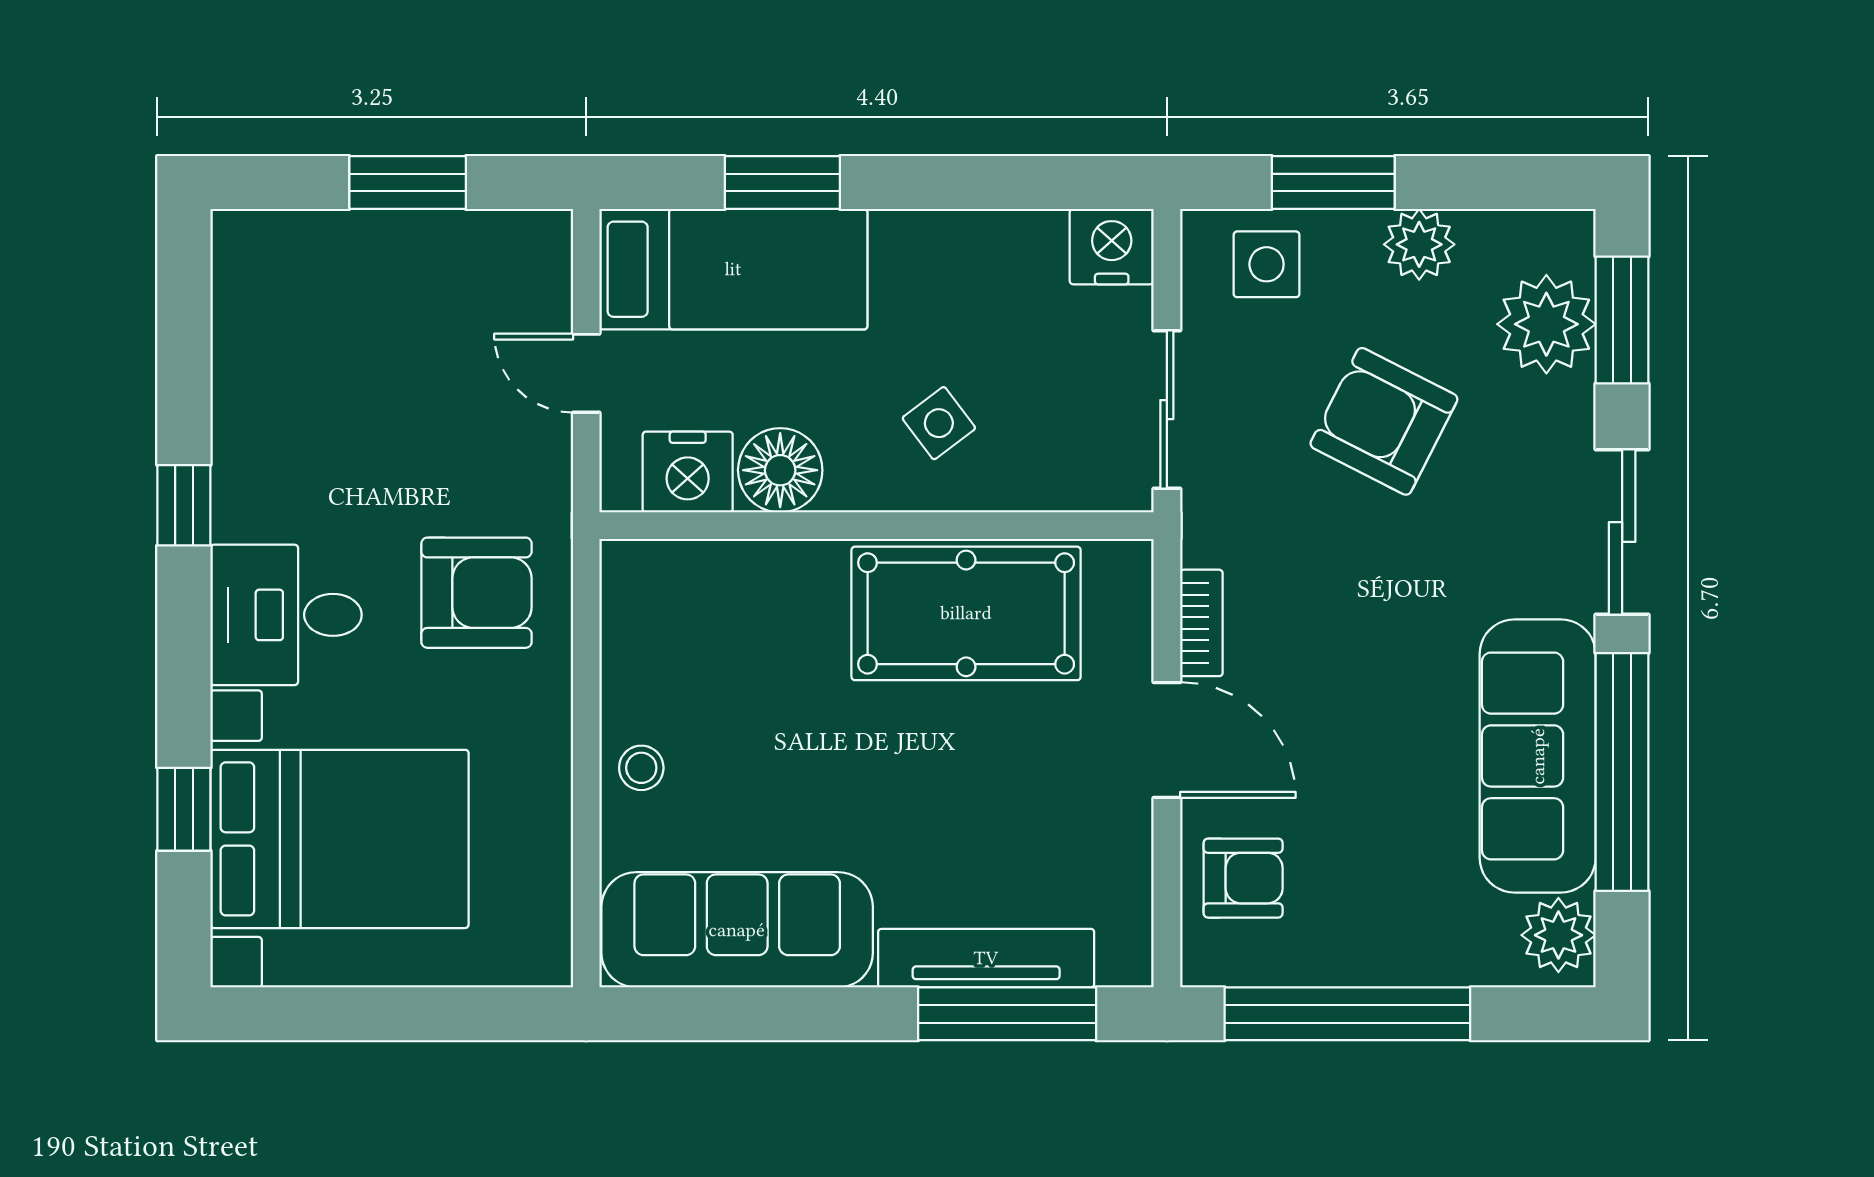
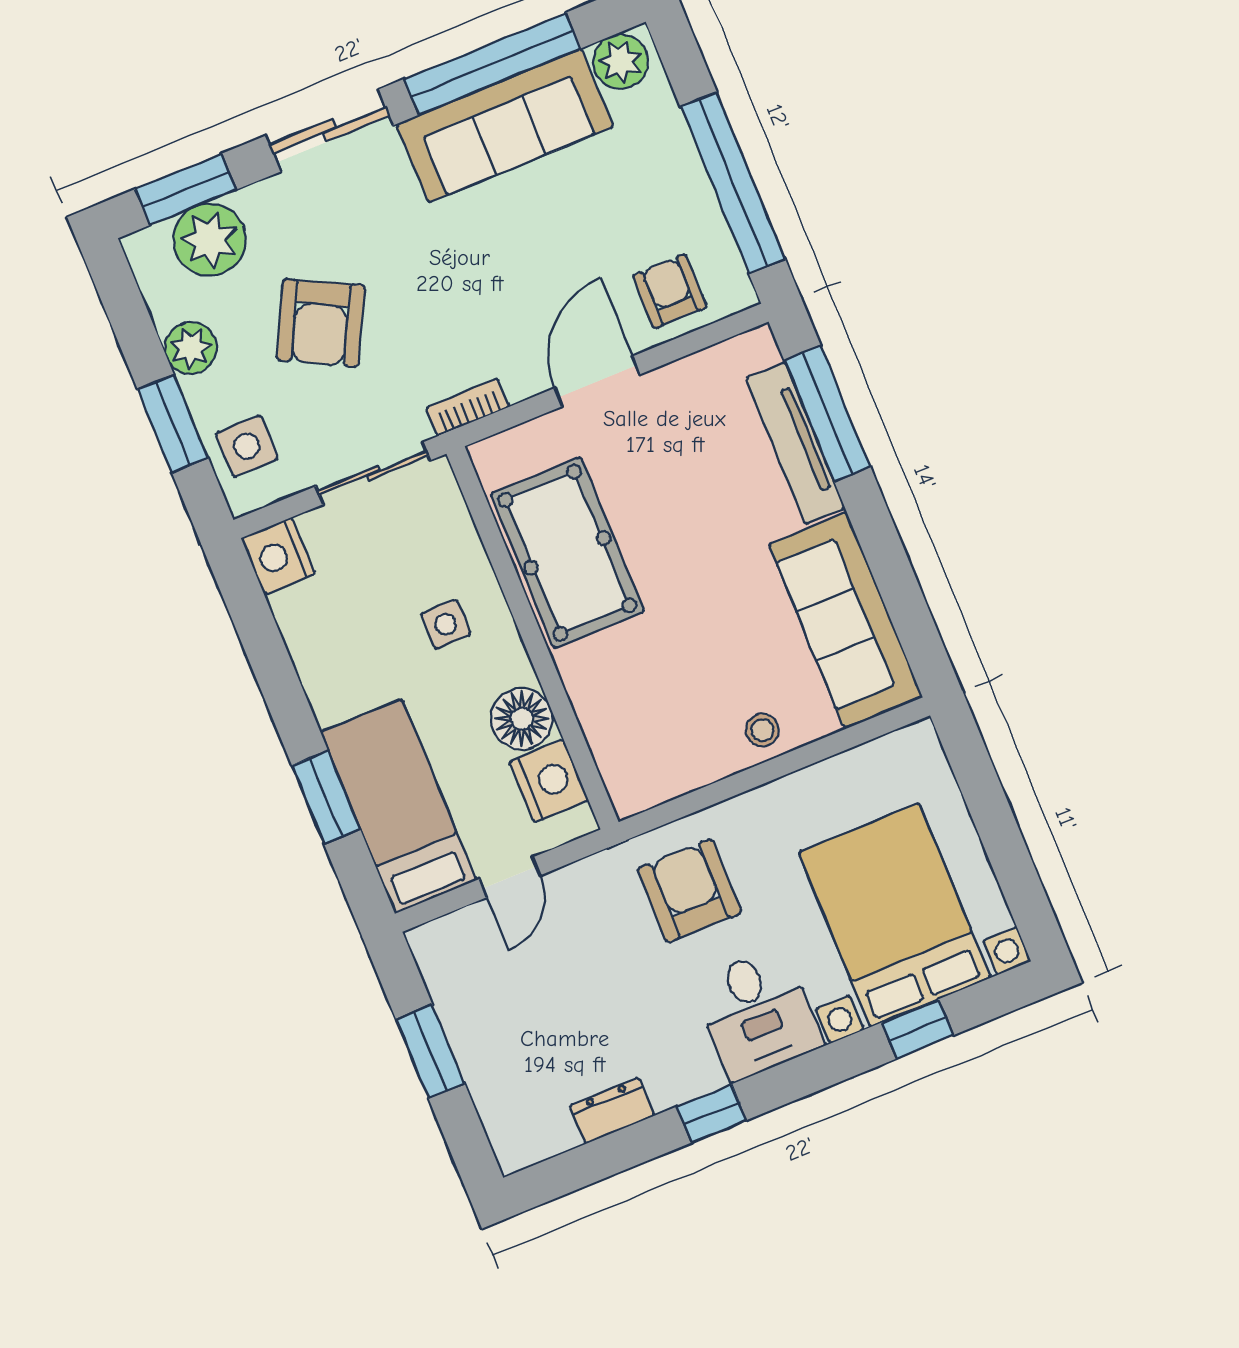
dresser: (239, 381) -> (612, 1111), added
side table: (939, 423) -> (446, 624), turned 37
bookcase: (1201, 623) -> (468, 407), moved

